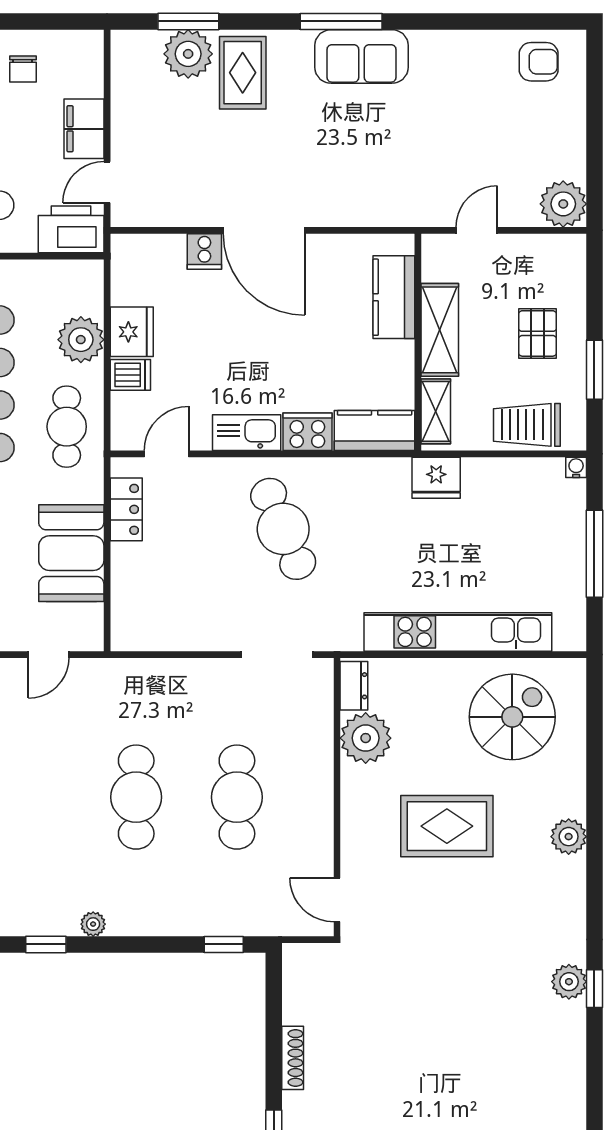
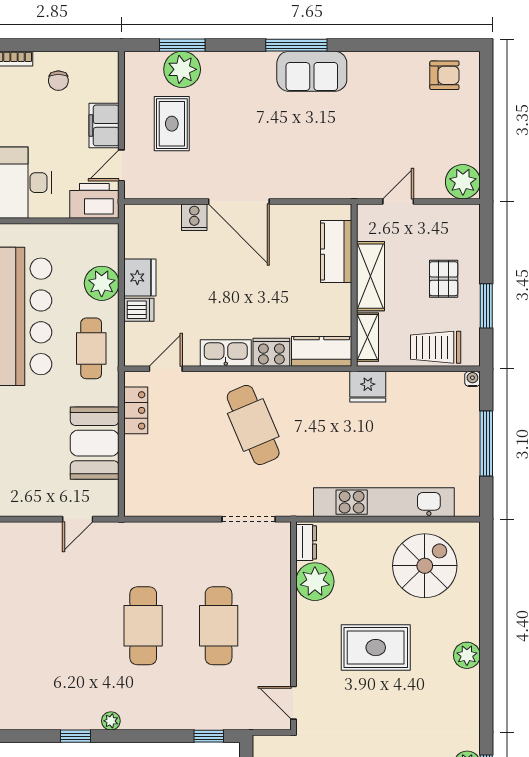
rug: (243, 73) -> (172, 124), moved

